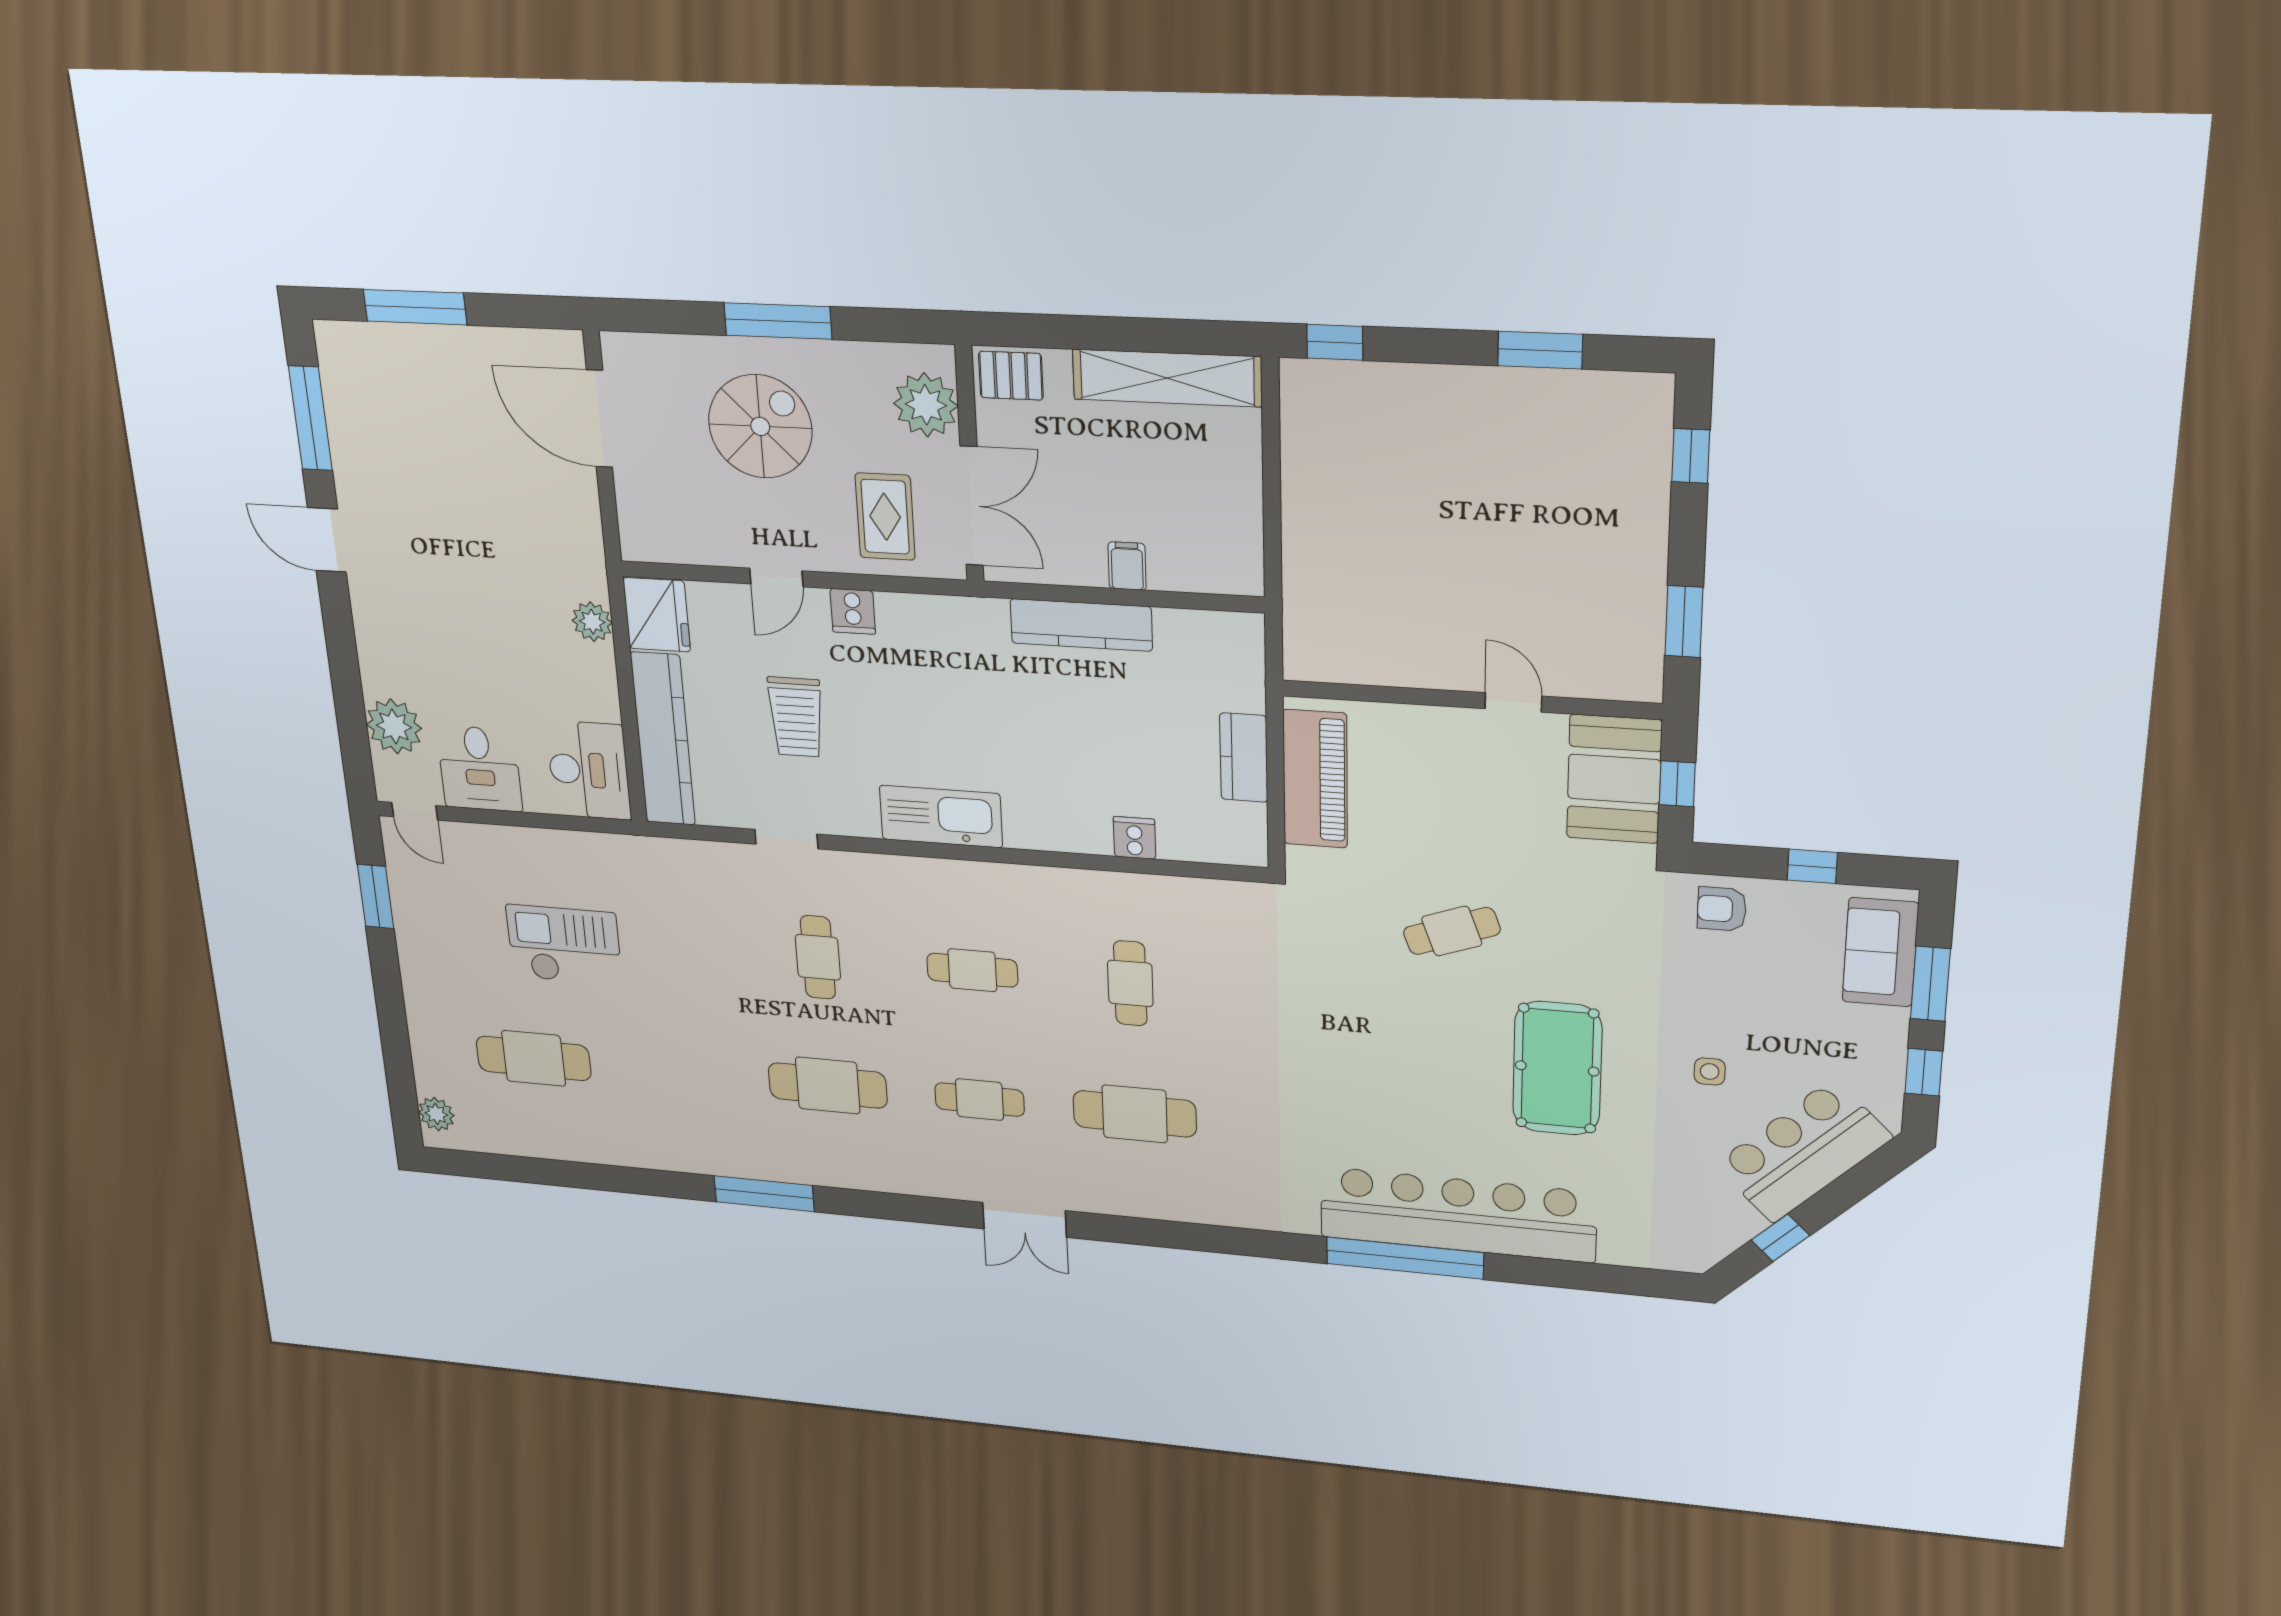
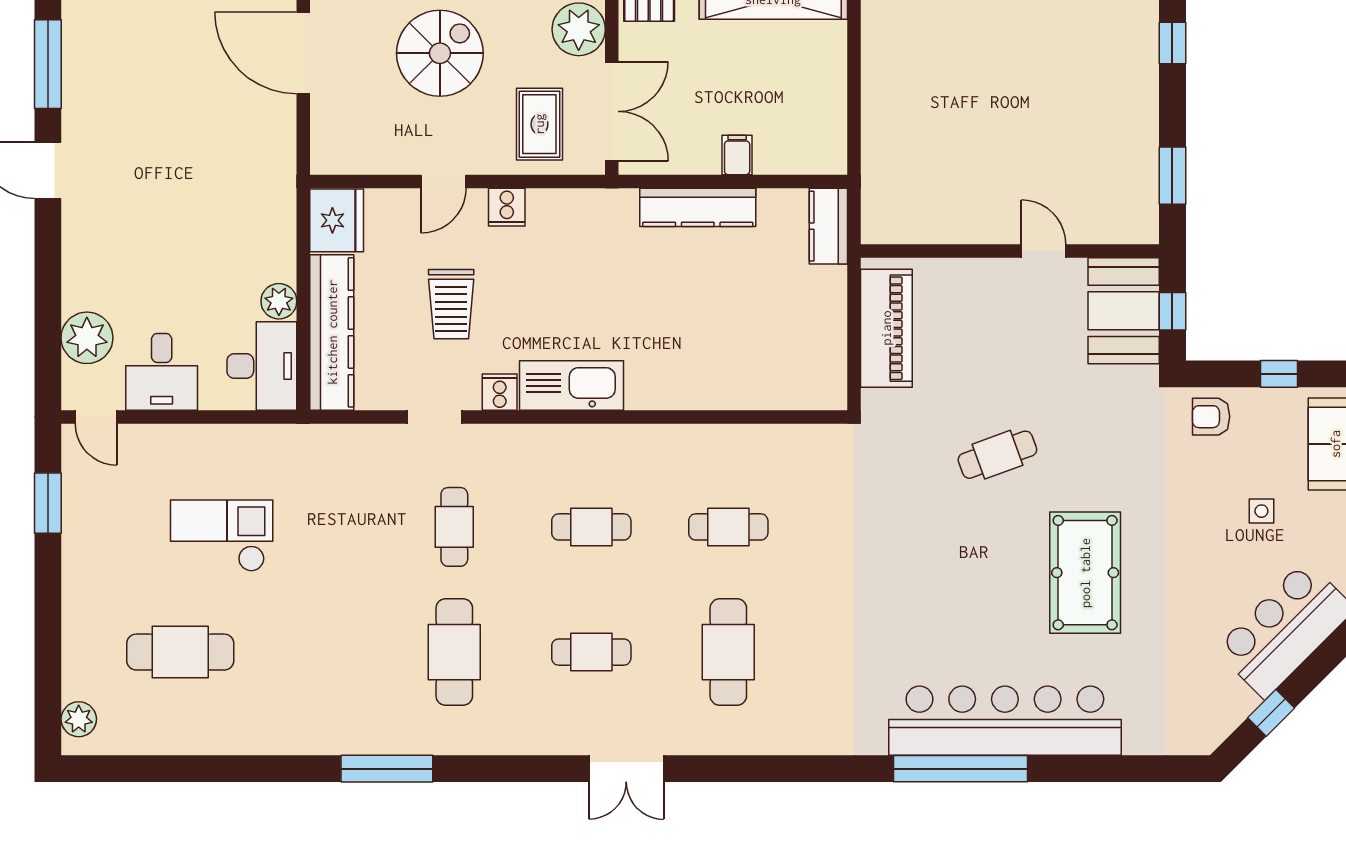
plant: (592, 622) -> (279, 301), moved
kitchen counter: (1244, 758) -> (828, 226), moved
cooker: (1134, 838) -> (500, 392), moved
cafe table: (1130, 983) -> (728, 527), turned 90
side table: (1710, 1071) -> (1261, 511), moved
cafe table: (828, 1086) -> (454, 652), turned 90
cafe table: (1135, 1114) -> (728, 652), turned 90

